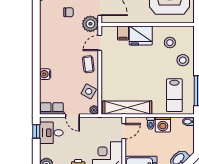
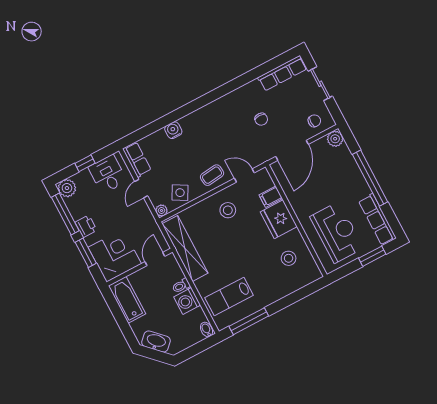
plant: (90, 24) -> (261, 152), removed
stool: (183, 60) -> (228, 210), moved
window: (36, 131) -> (85, 163), moved
door: (124, 131) -> (155, 259), swing flipped

